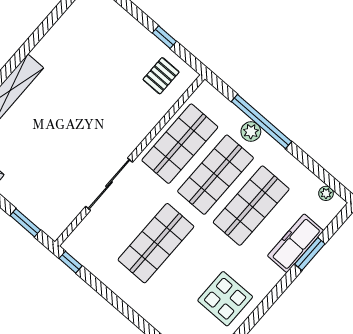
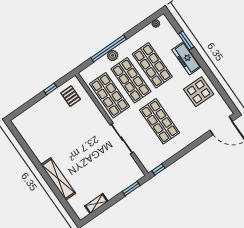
freezer: (295, 243) -> (187, 58), moved

